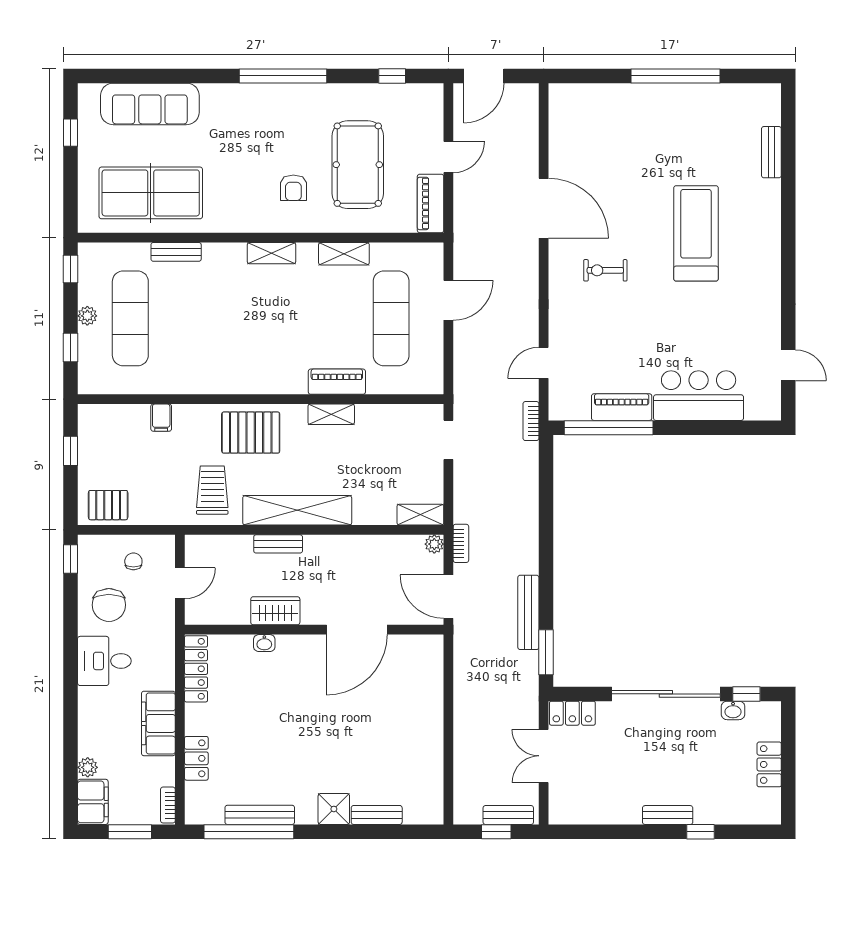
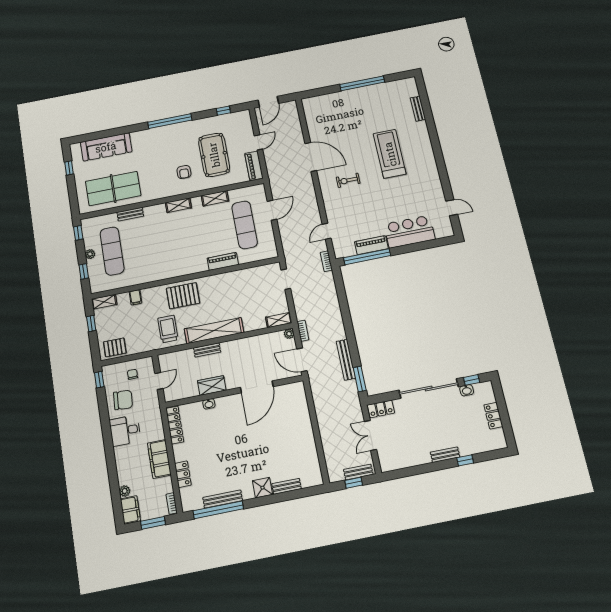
shelving: (331, 414) -> (104, 302), moved
chair: (109, 605) -> (123, 400), turned -86

